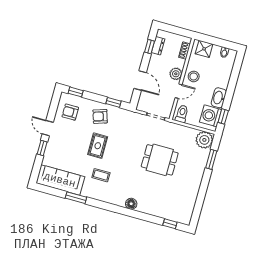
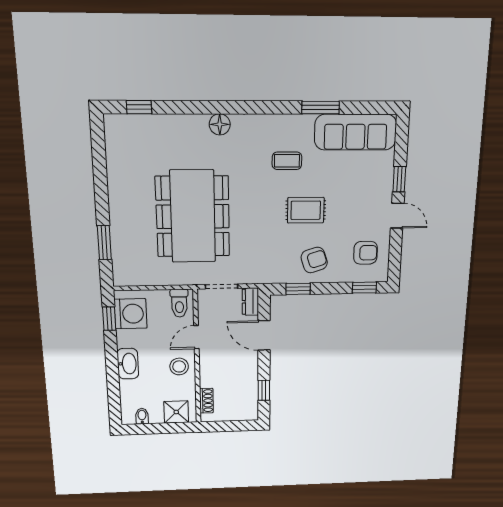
dresser: (158, 46) -> (250, 302), moved
plant: (176, 74) -> (209, 362), removed
washbasin: (219, 98) -> (128, 364), moved
plant: (204, 140) -> (127, 272), removed
rug: (98, 146) -> (306, 210), turned 90
dining table: (160, 160) -> (193, 217), width x1.88, depth x1.24

